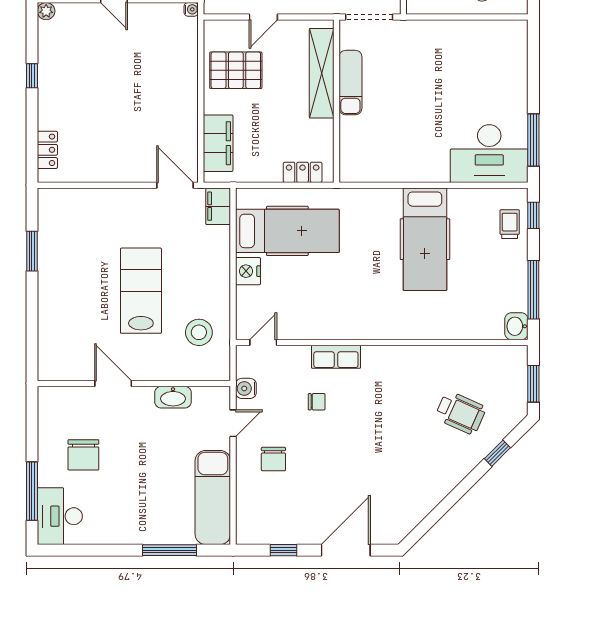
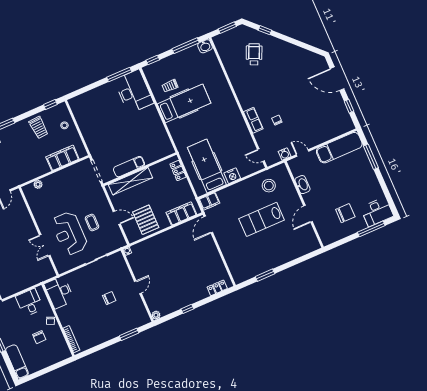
trolley: (510, 224) -> (170, 86), moved
chair: (273, 459) -> (311, 128), removed

